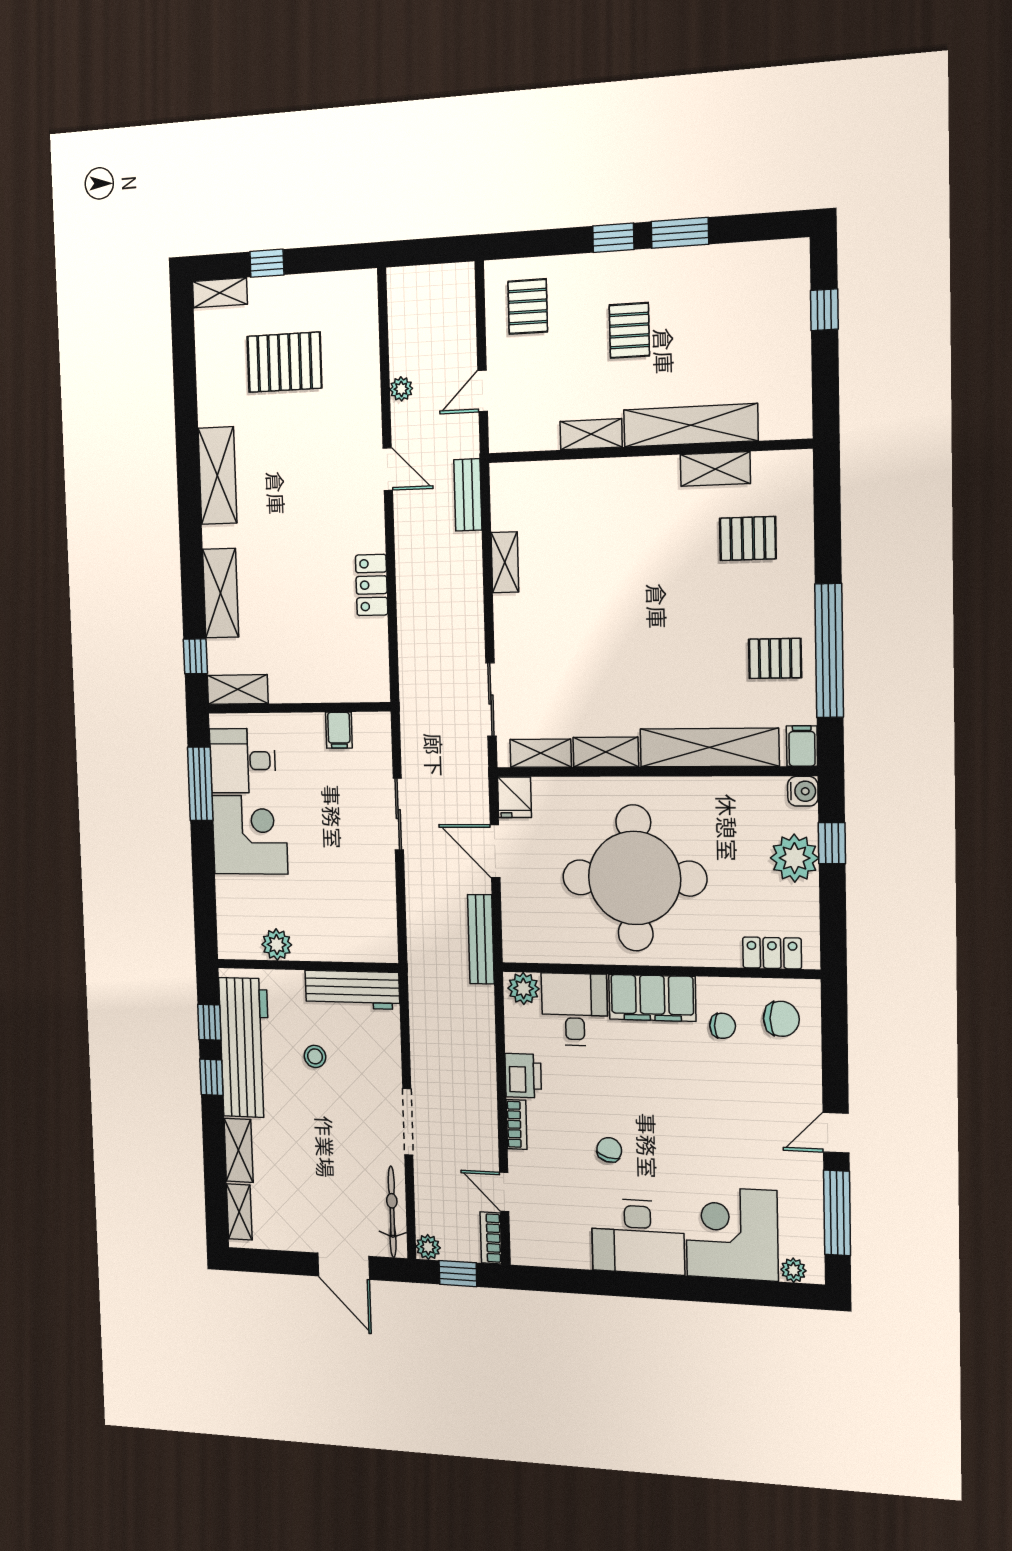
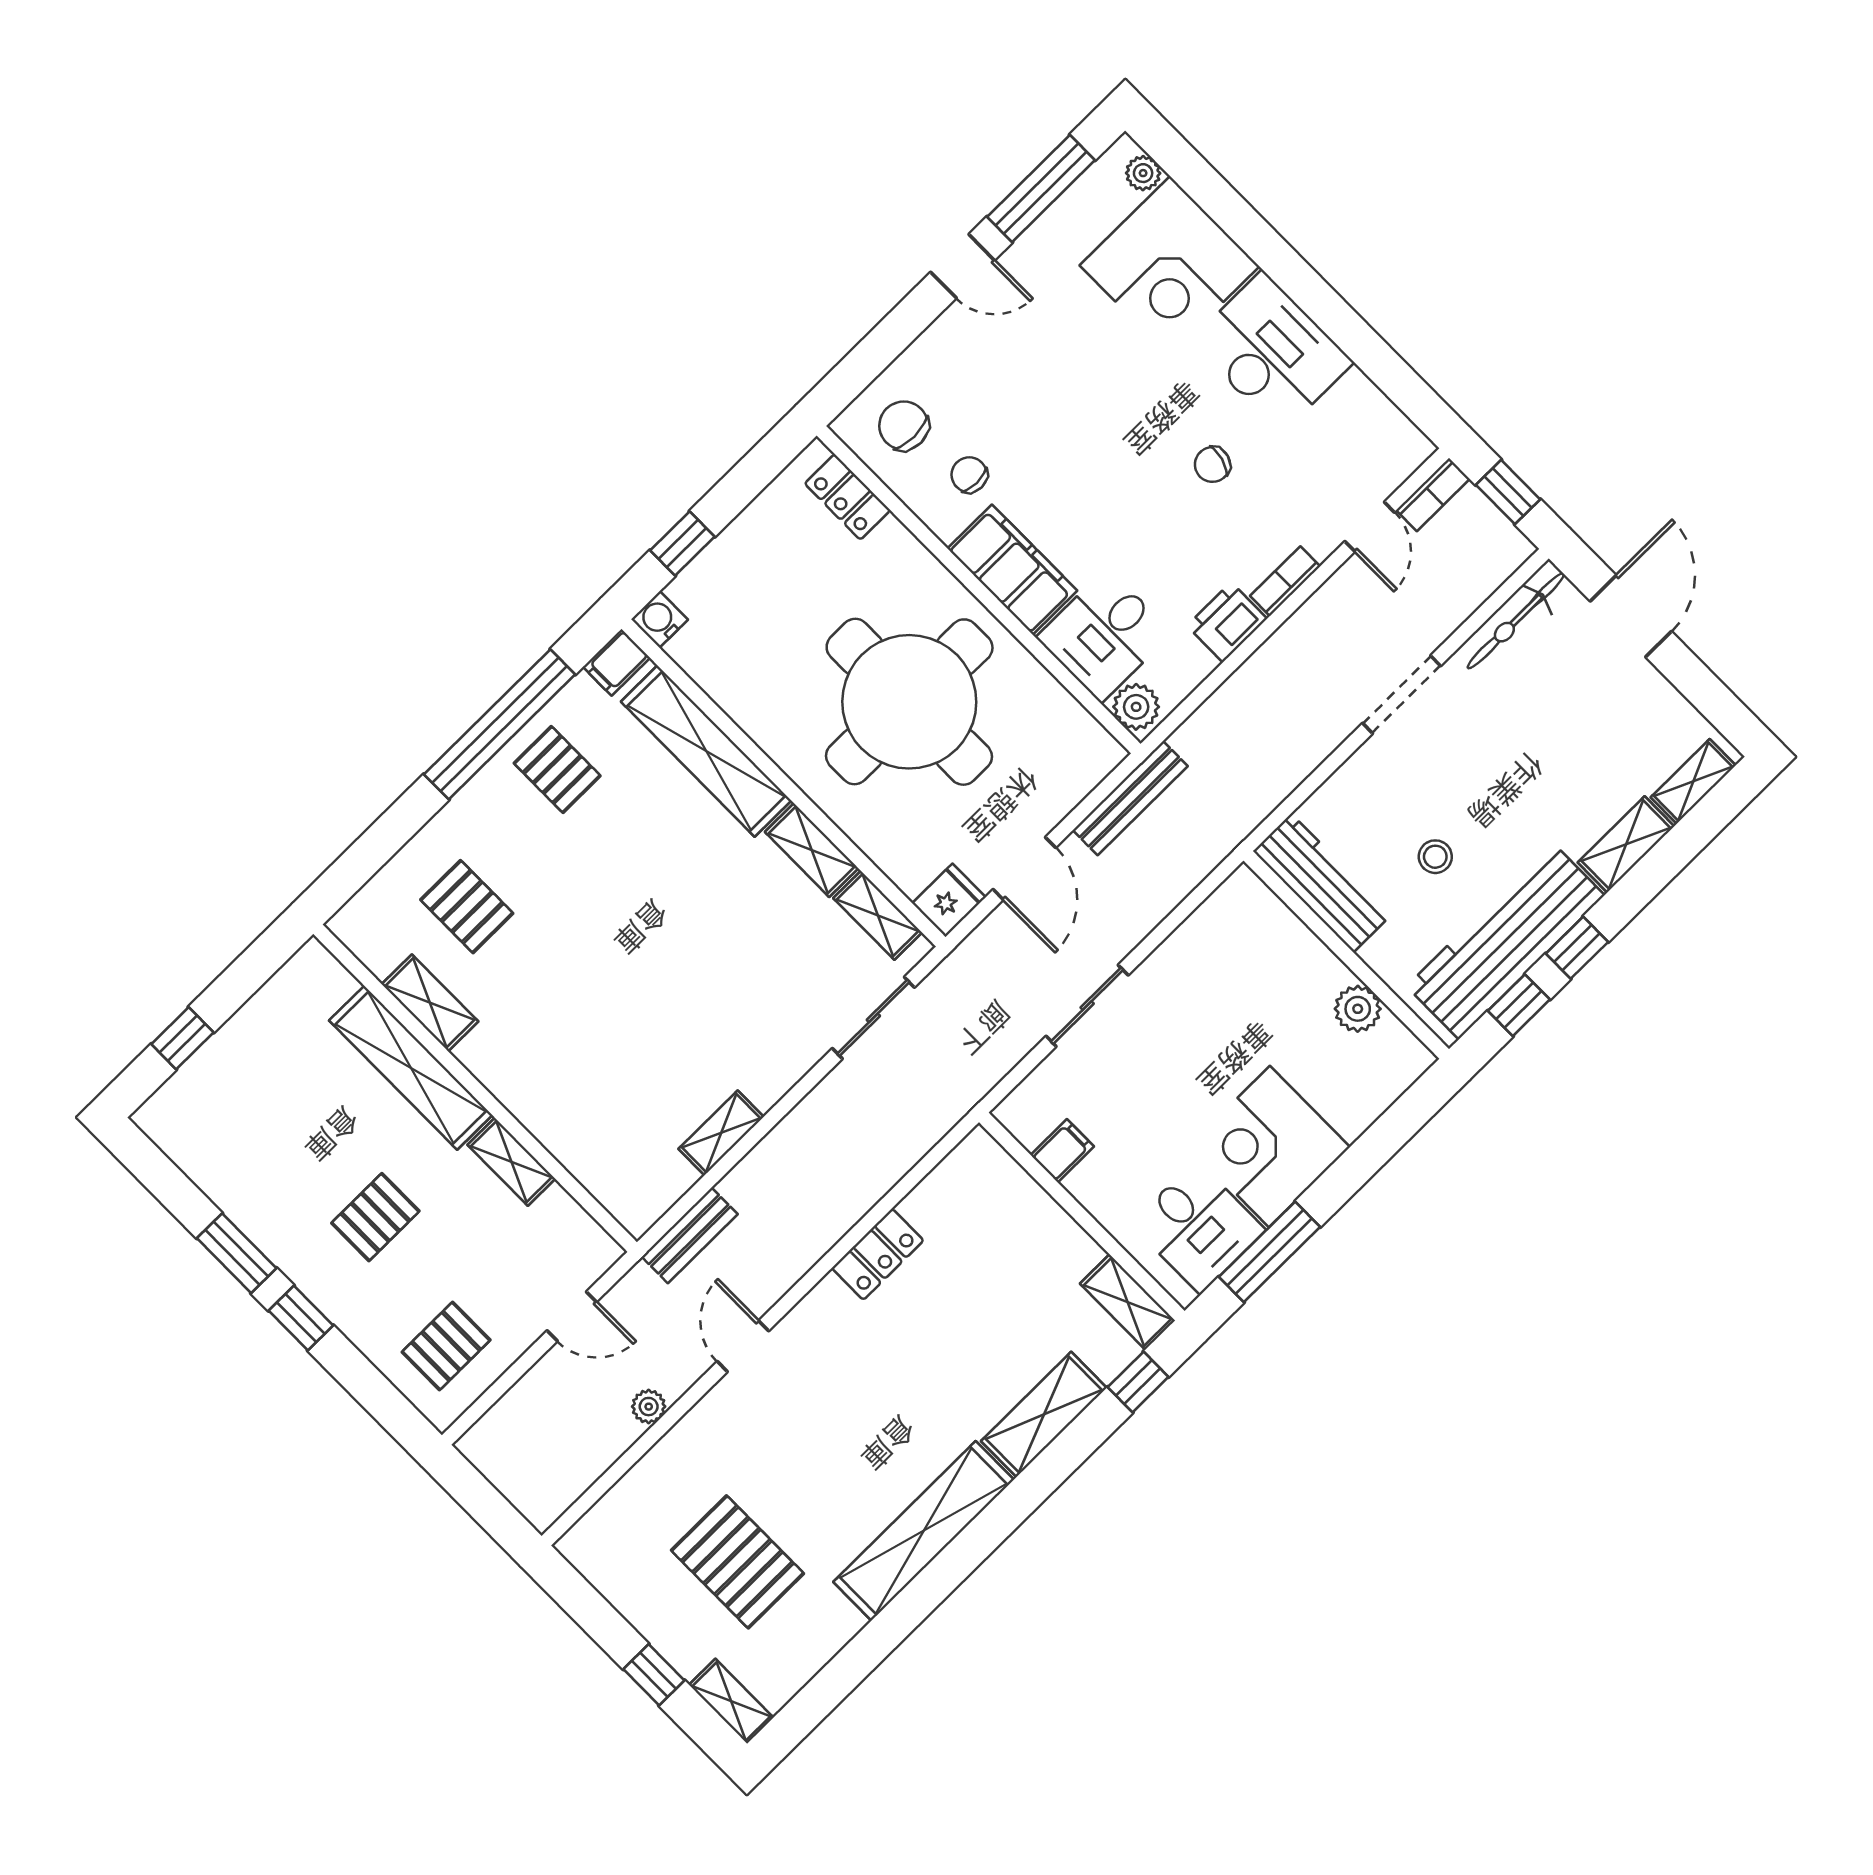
shelving: (217, 476) -> (924, 1531), width x1.47
plant: (795, 858) -> (733, 565), removed
plant: (428, 1247) -> (1513, 549), removed

